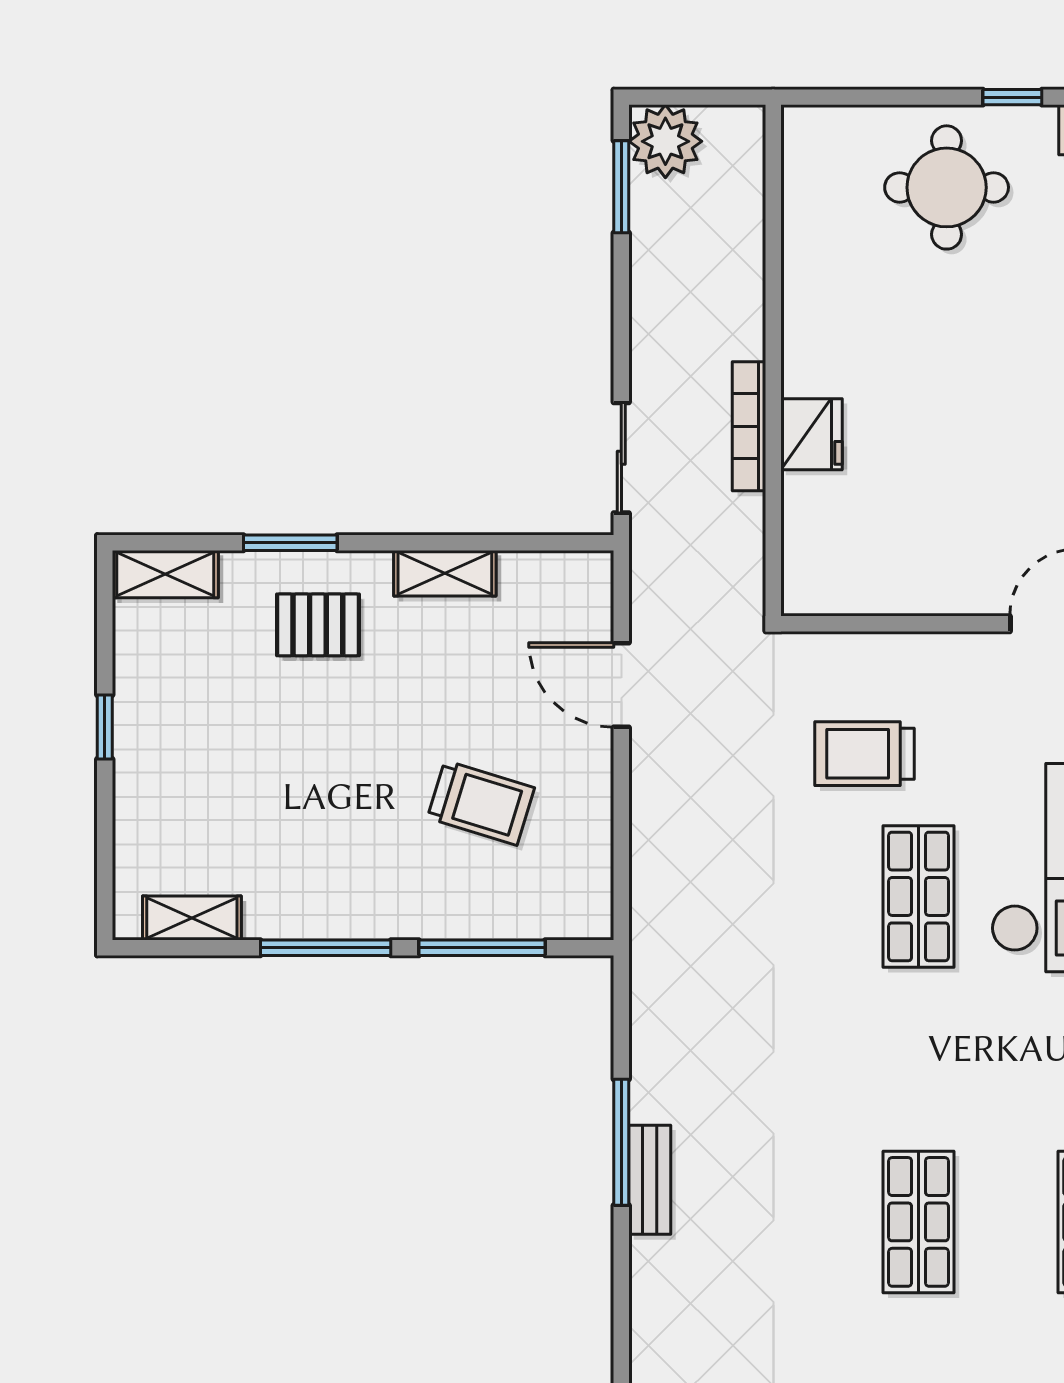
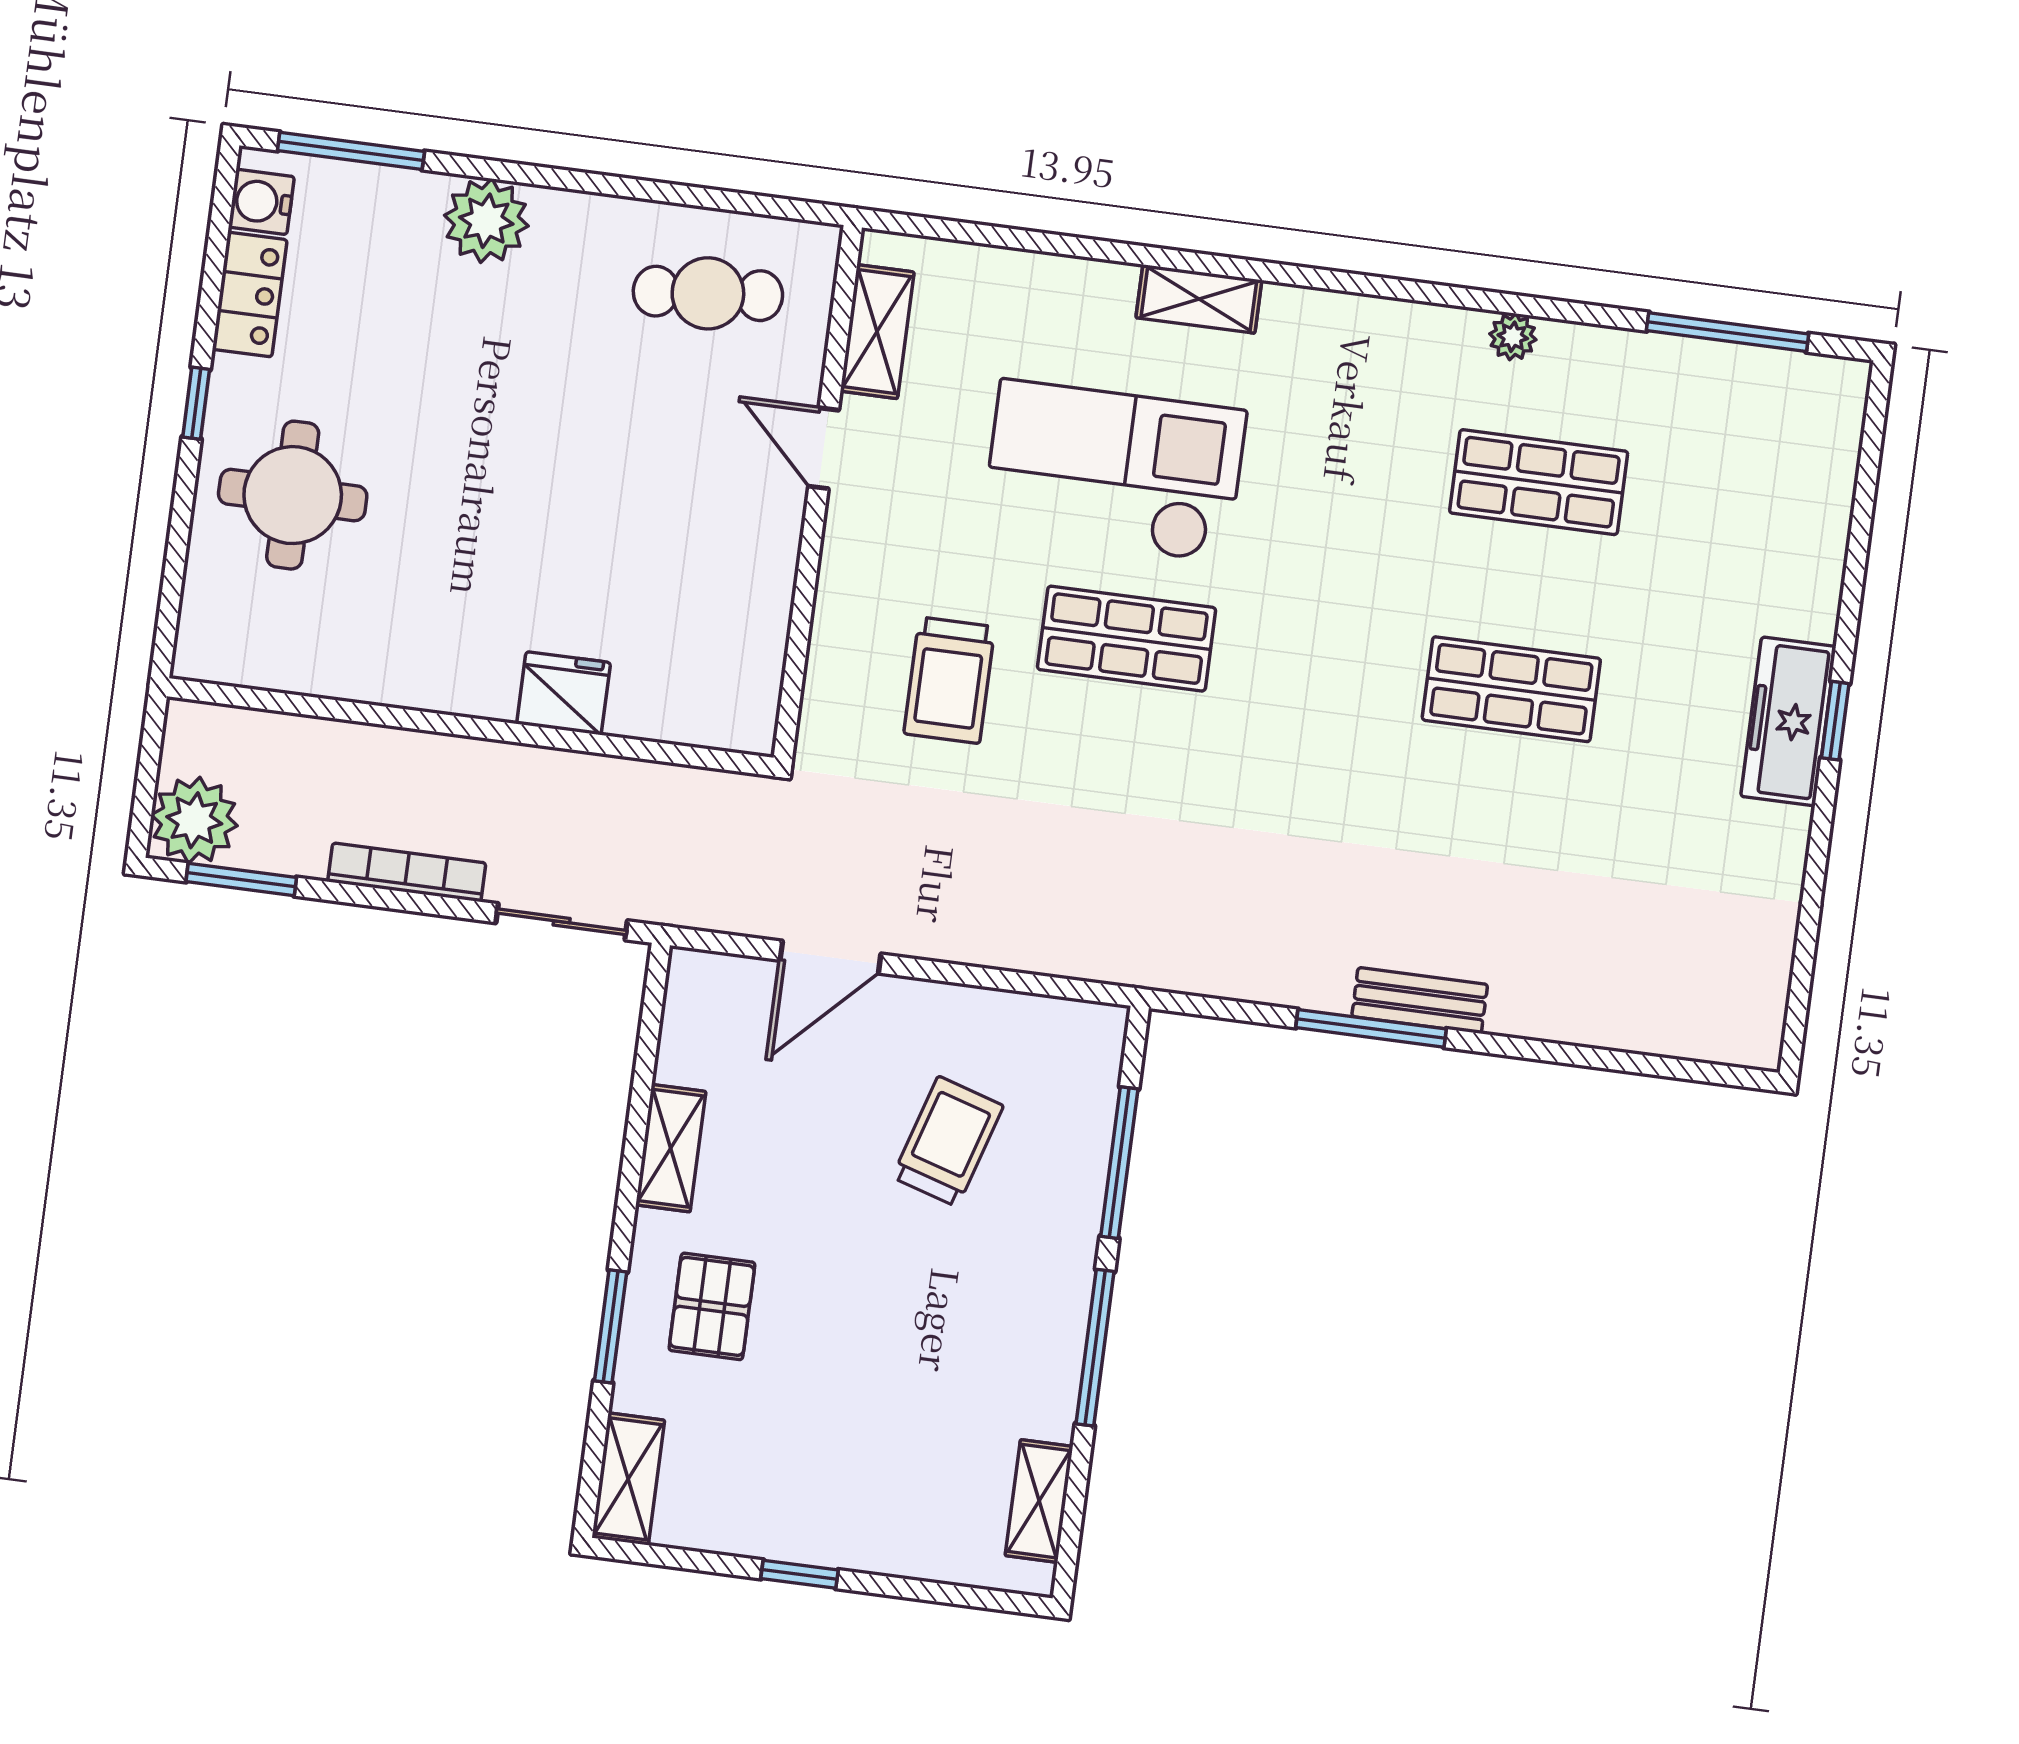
bookcase: (749, 426) -> (407, 872), moved, turned 180

